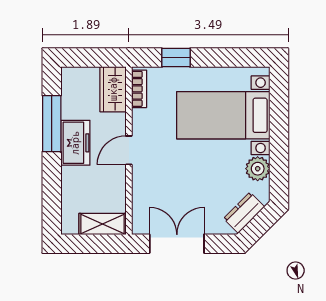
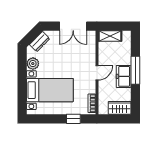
wardrobe: (113, 89) -> (120, 108), moved, turned -90
window: (52, 124) -> (135, 70), moved

